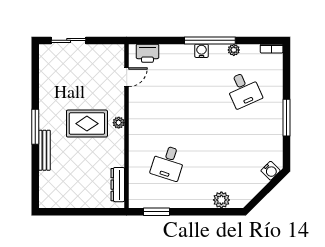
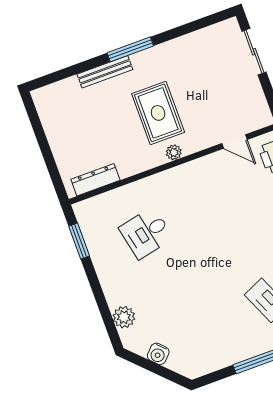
desk: (168, 163) -> (146, 233), turned -30
water cooler: (271, 171) -> (158, 354), moved

